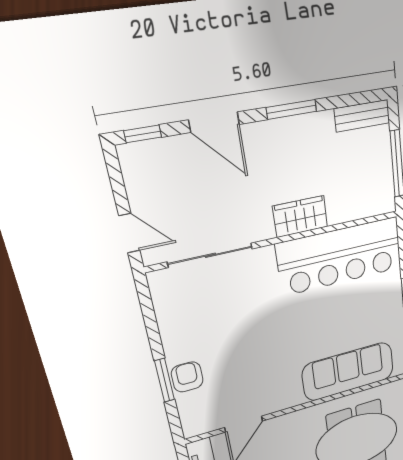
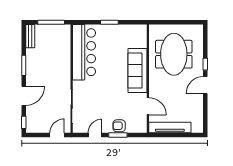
wardrobe: (300, 216) -> (64, 68), removed
door: (152, 328) -> (95, 135), added
sofa: (348, 371) -> (137, 71), moved

